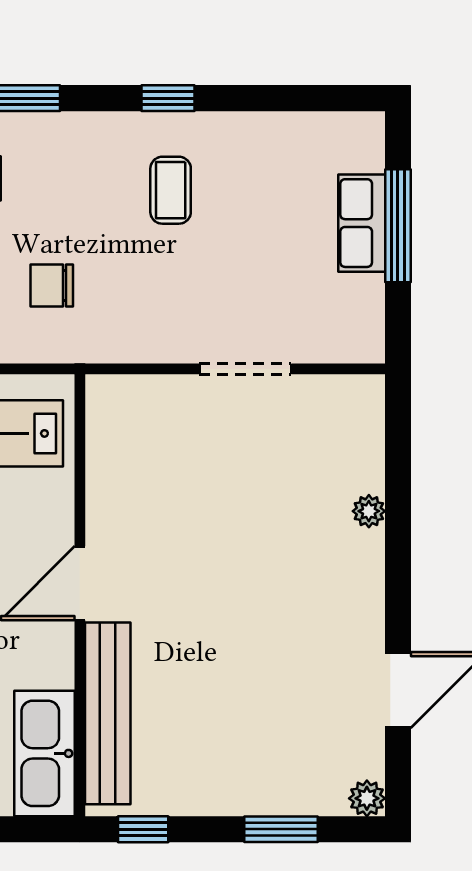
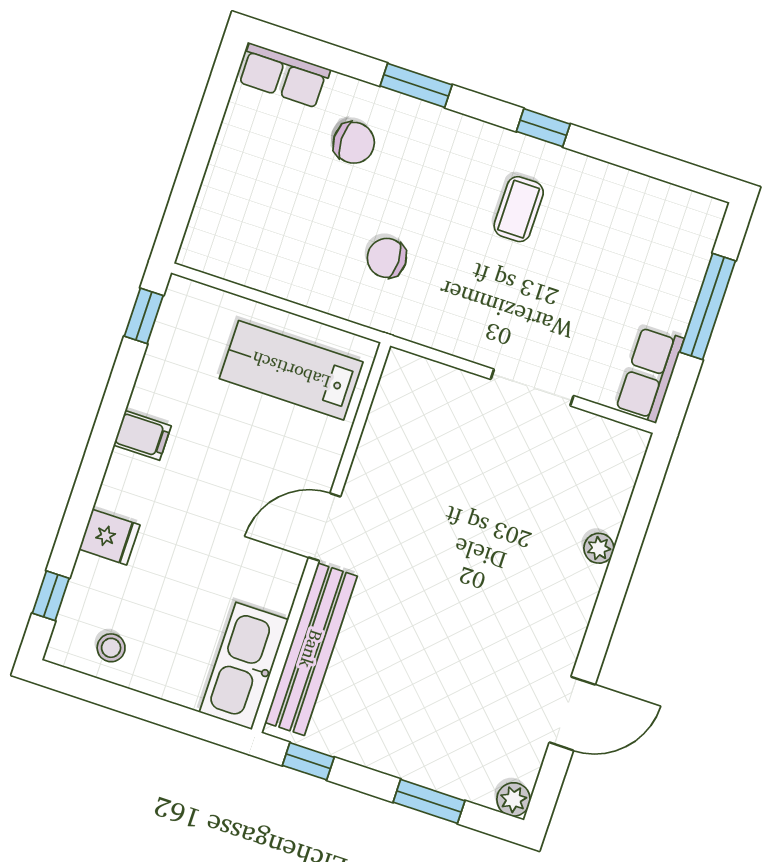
row of seats: (362, 223) -> (650, 374), moved

